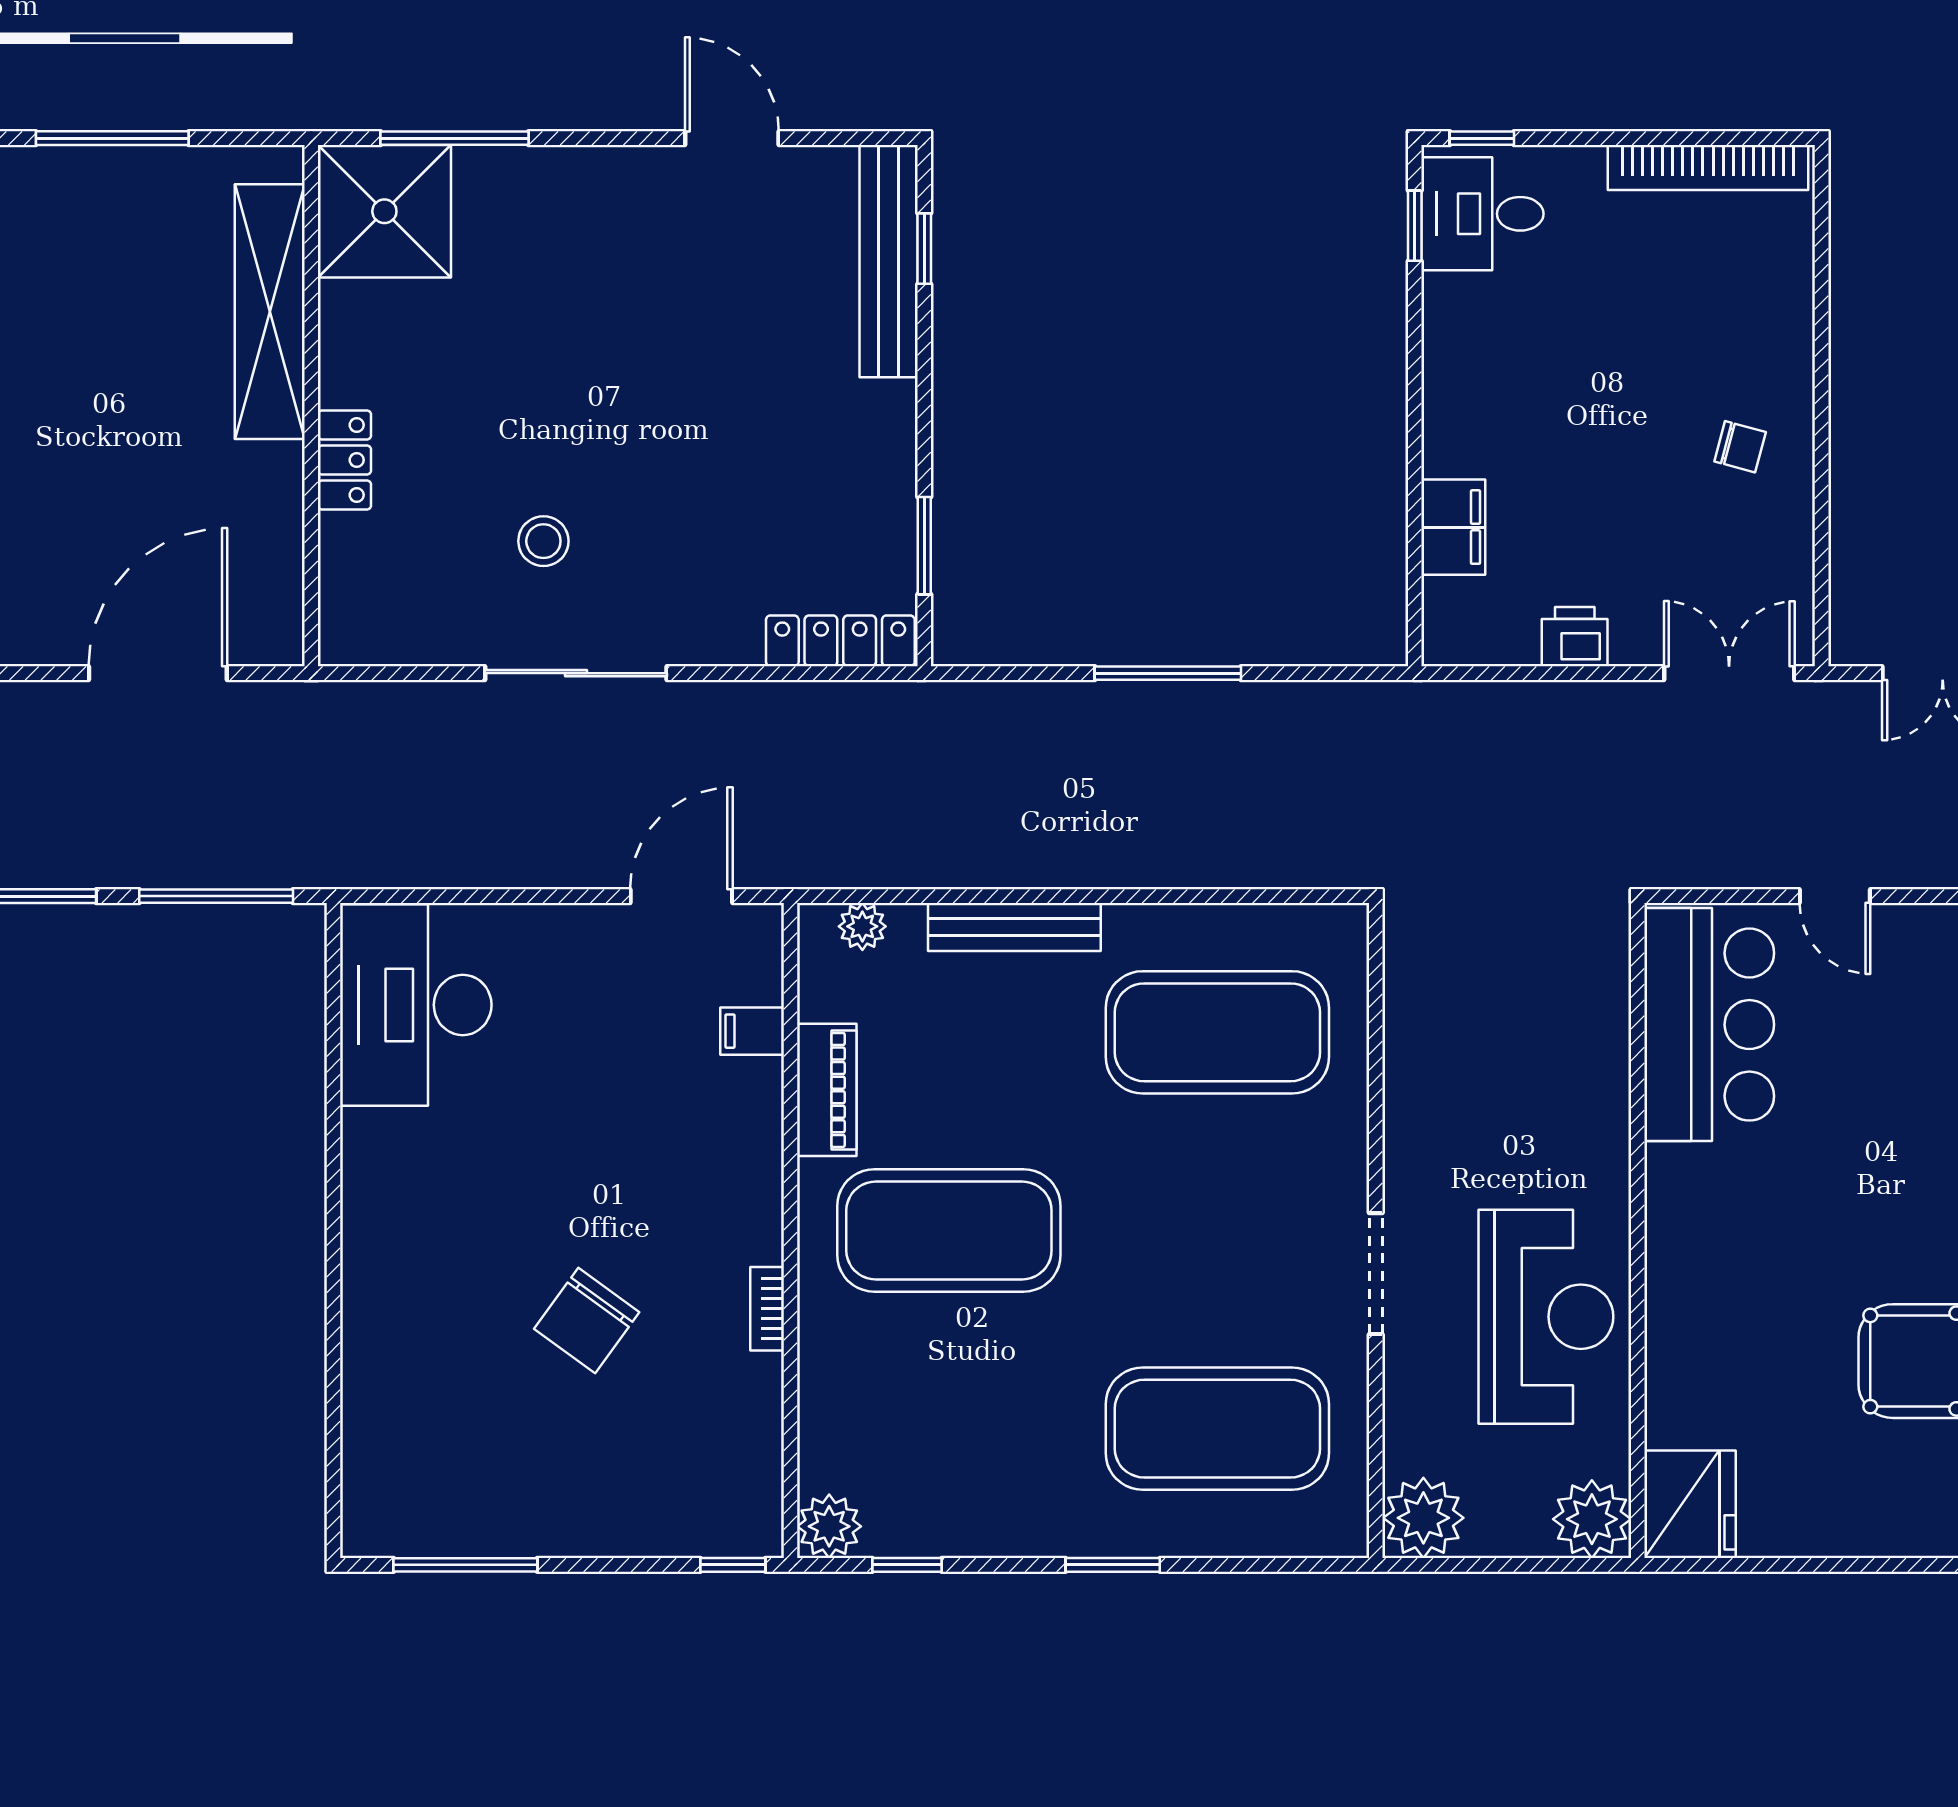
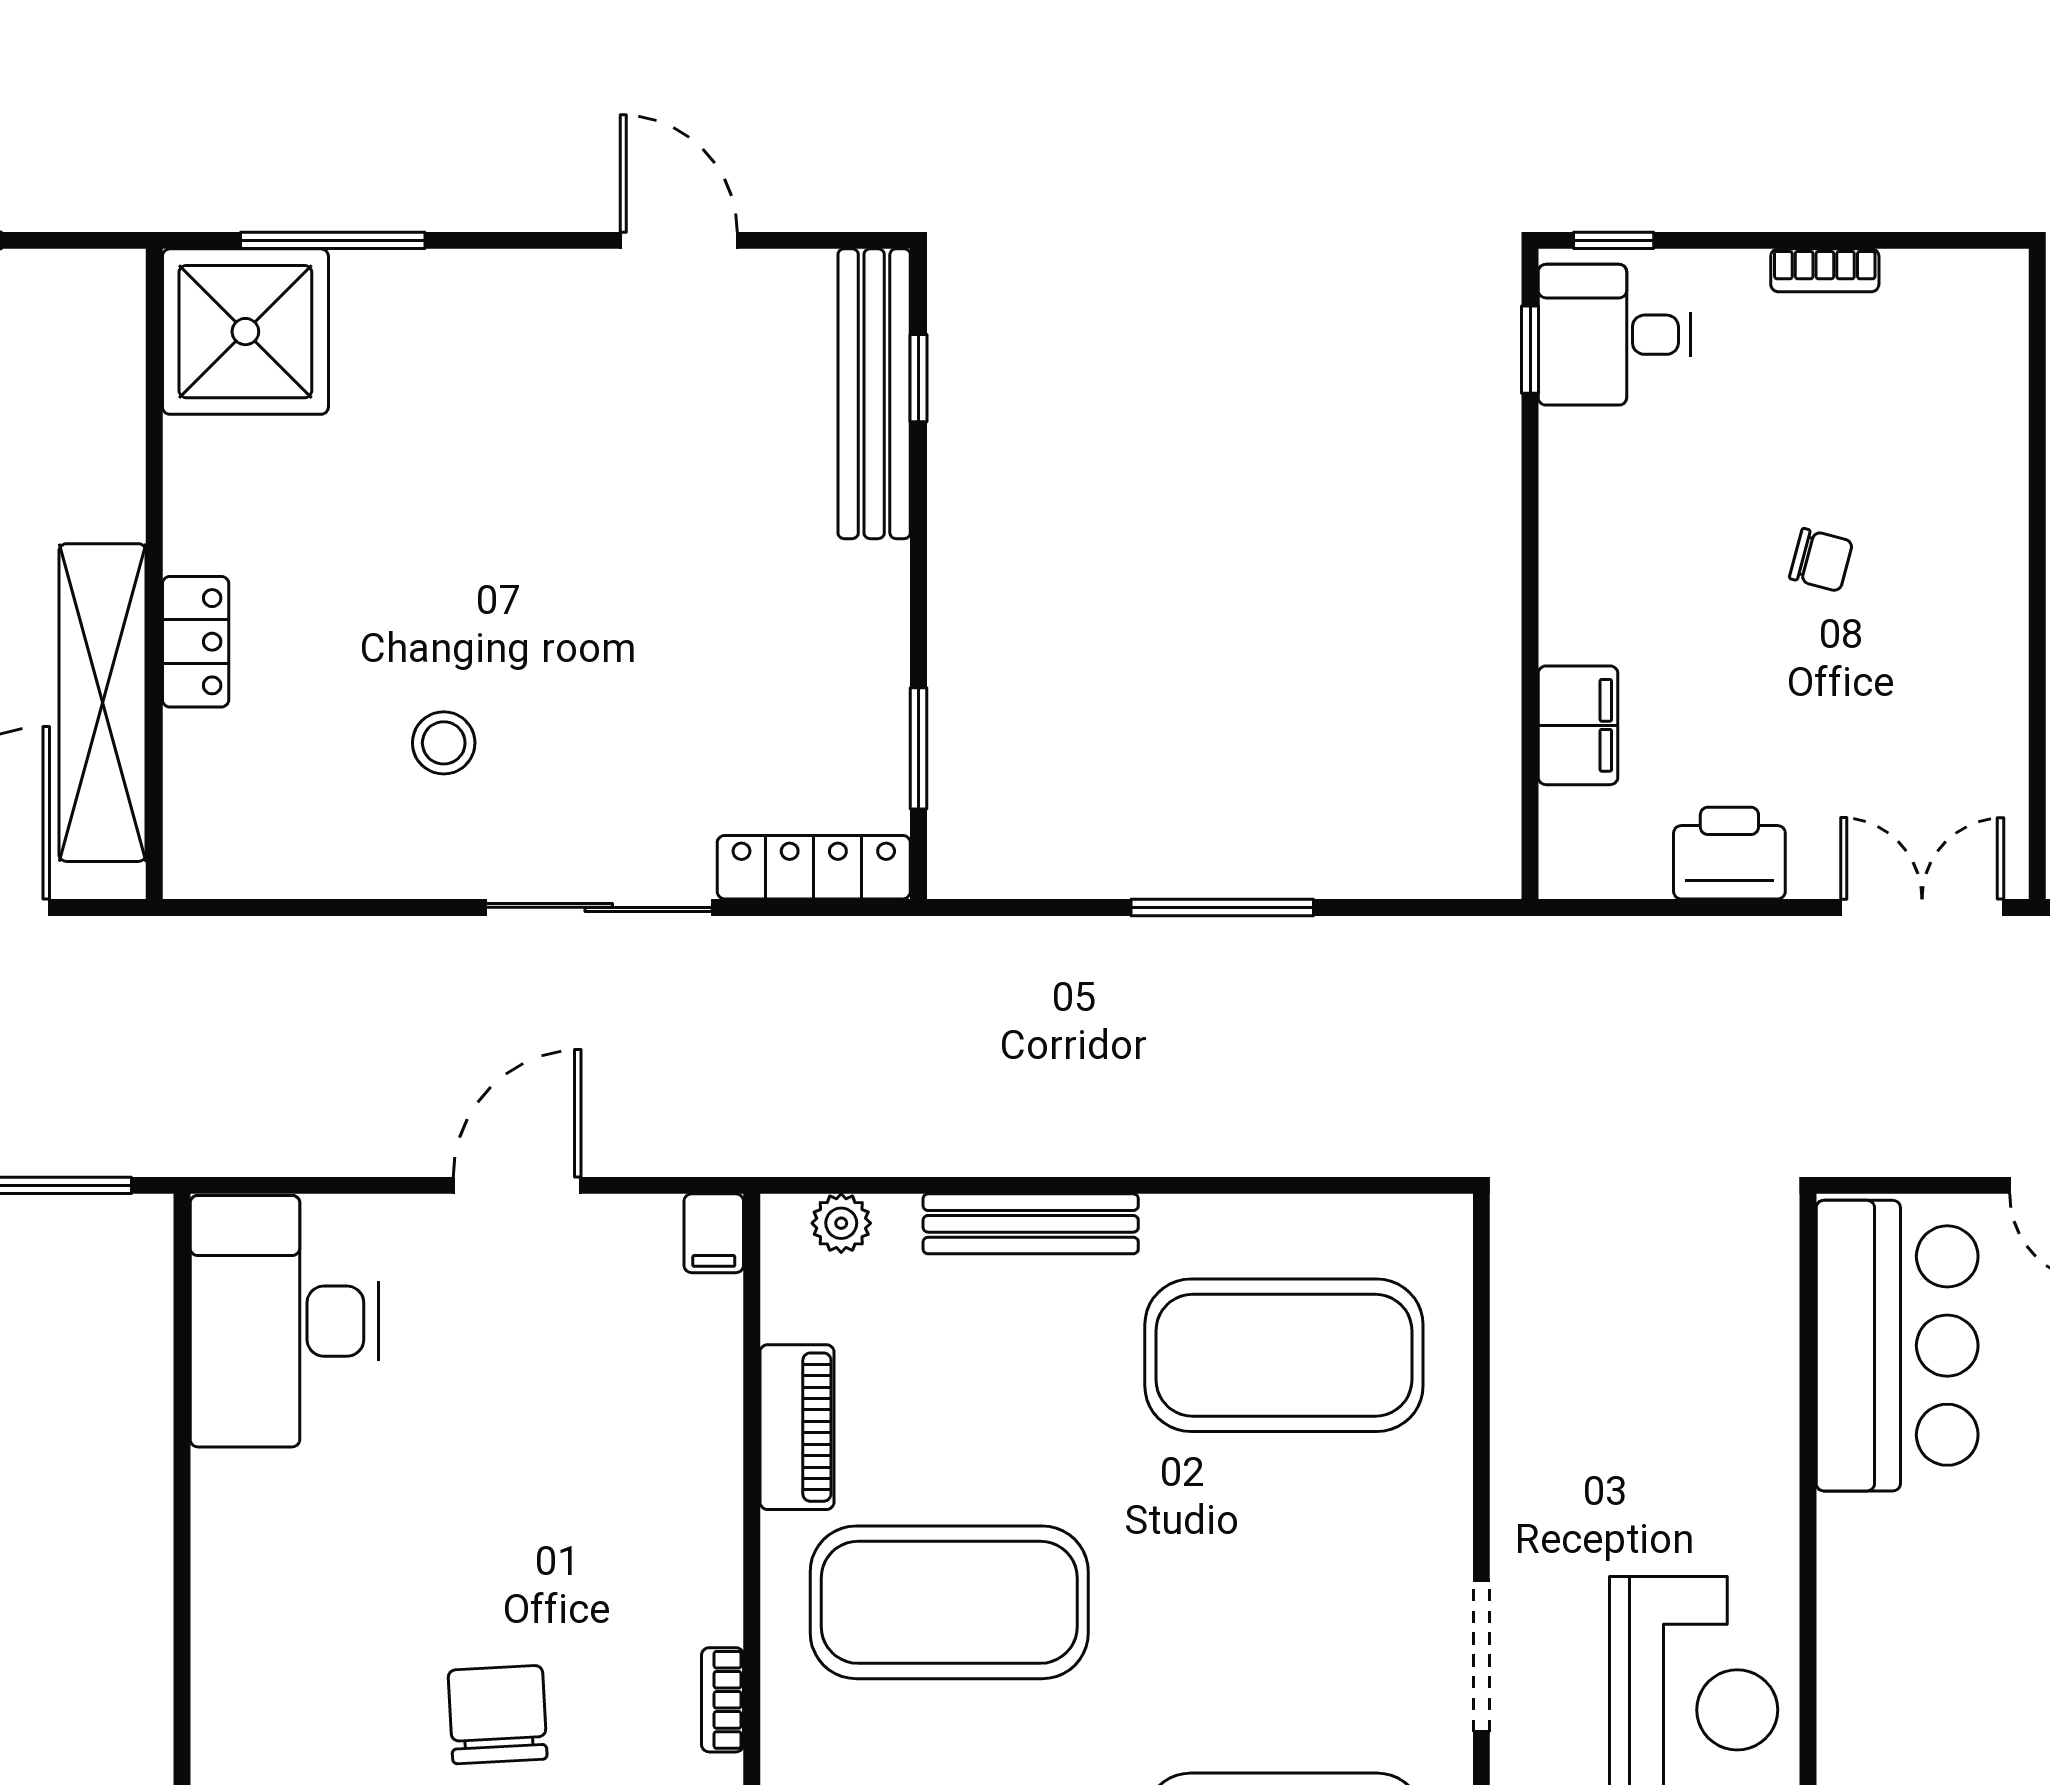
bookcase: (1708, 167) -> (1825, 270), width x0.43, depth x0.76
shelving: (270, 312) -> (102, 703), moved
chair: (1740, 447) -> (1821, 560), moved
printer: (1575, 637) -> (1729, 853), width x1.36, depth x1.24
sliding door: (576, 673) -> (599, 907), moved
door: (681, 896) -> (517, 1185), moved
filing cabinet: (752, 1031) -> (714, 1233), moved, turned -90
chair: (587, 1321) -> (498, 1715), turned 141

